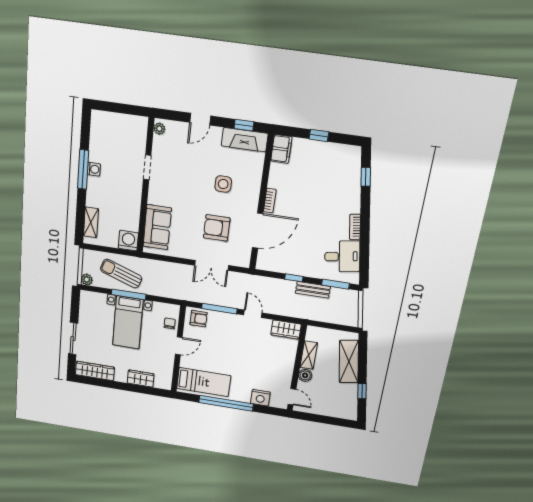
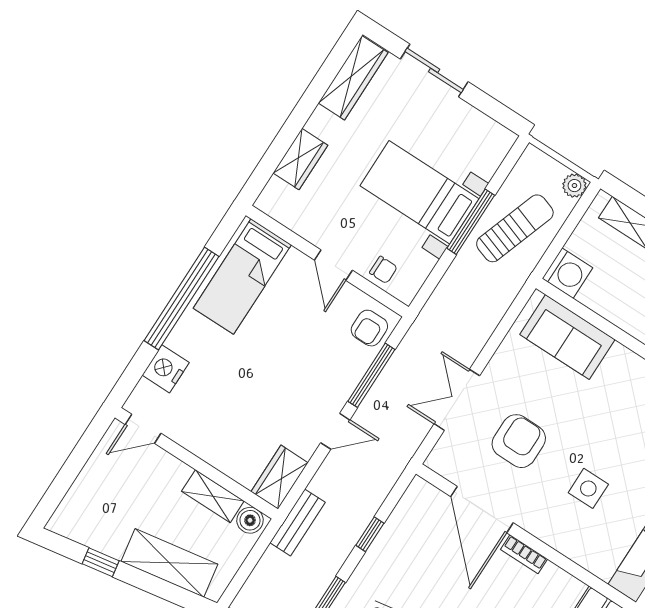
plant: (87, 279) -> (574, 186), moved
bench: (313, 290) -> (298, 522), moved
boiler: (305, 375) -> (250, 520), moved

